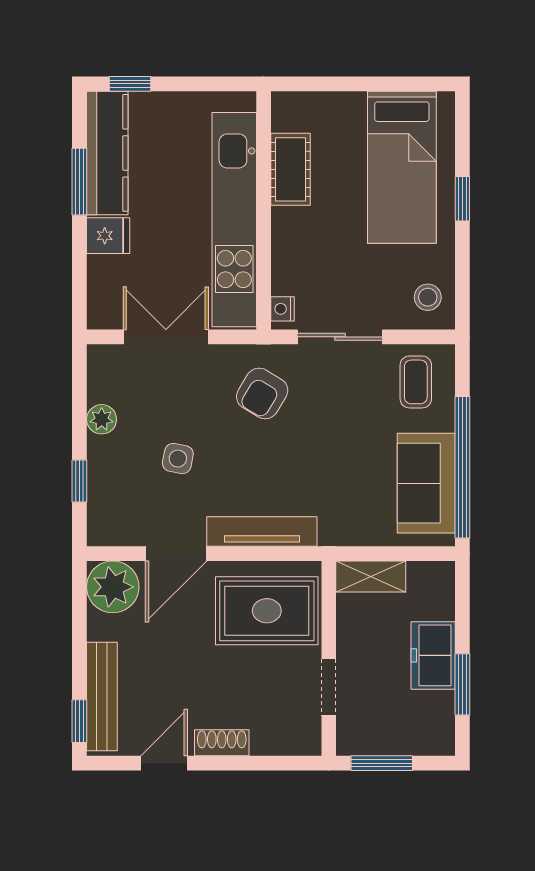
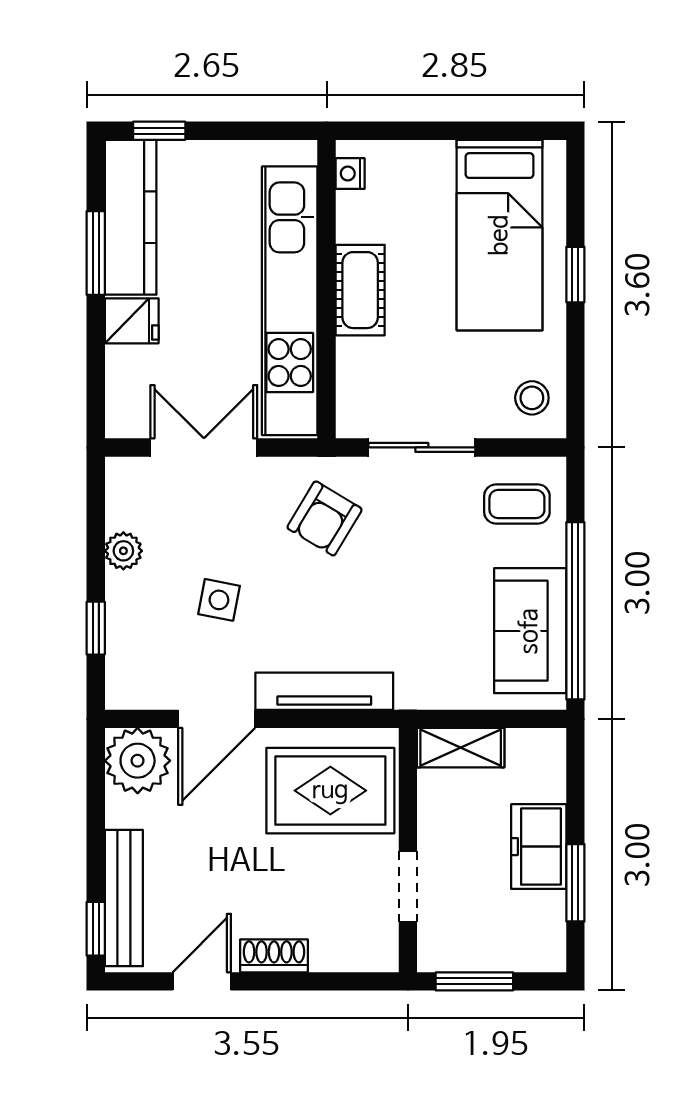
cot: (291, 169) -> (360, 290), moved
nightstand: (283, 309) -> (350, 174), moved
coffee table: (416, 382) -> (517, 504), turned 90

